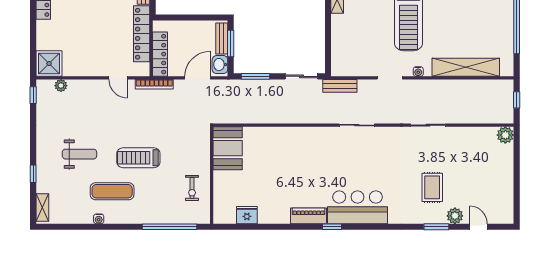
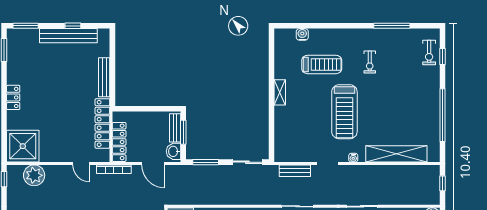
shower: (49, 63) -> (23, 146), width x1.37, depth x1.37
door: (197, 78) -> (153, 164), swing flipped
plant: (61, 86) -> (34, 175), width x1.88, depth x1.88
bench: (340, 86) -> (295, 171), moved

